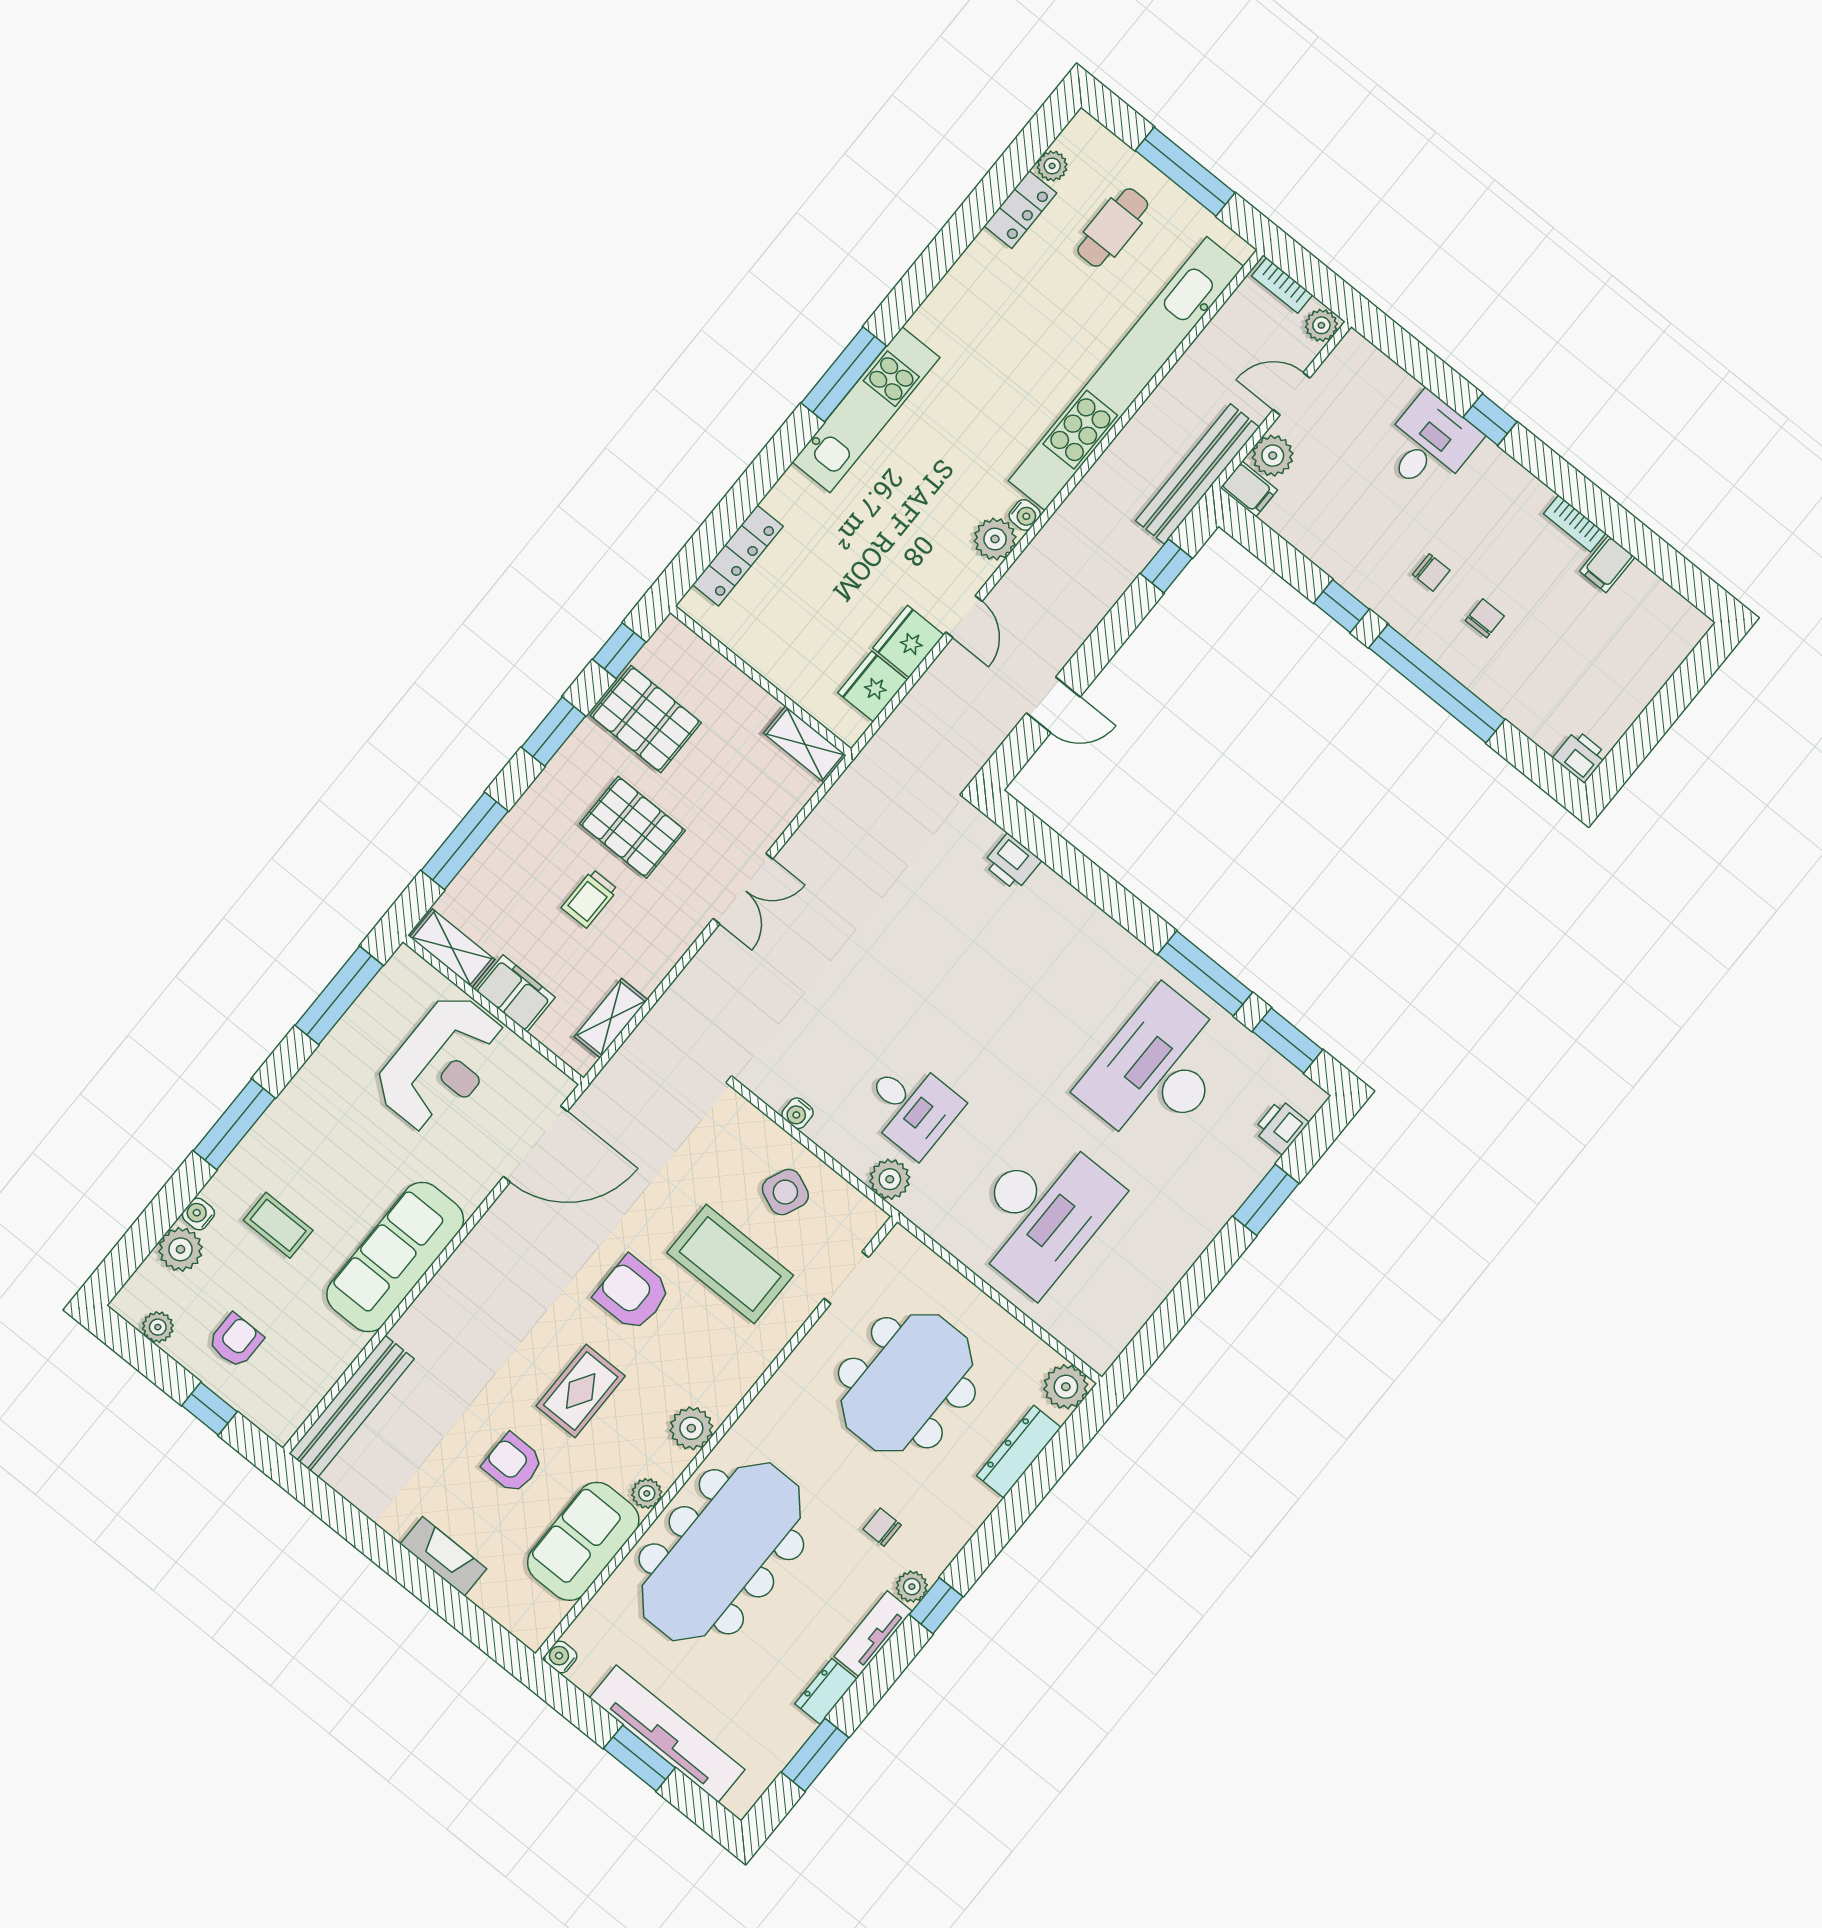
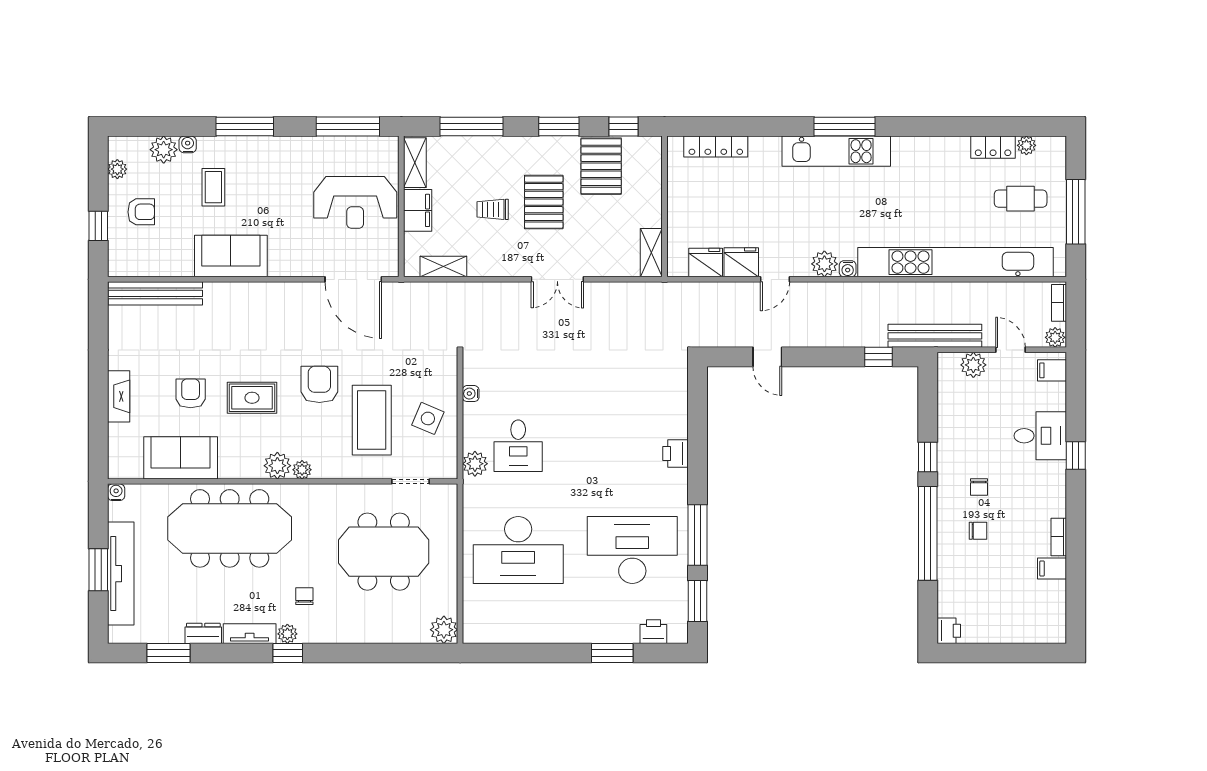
filing cabinet: (1249, 489) -> (1052, 370), moved, turned 90
printer: (1012, 862) -> (675, 454), moved
sofa: (395, 1257) -> (231, 256), width x0.73
dresser: (1019, 1452) -> (394, 633), removed
plant: (647, 1493) -> (302, 470), moved

